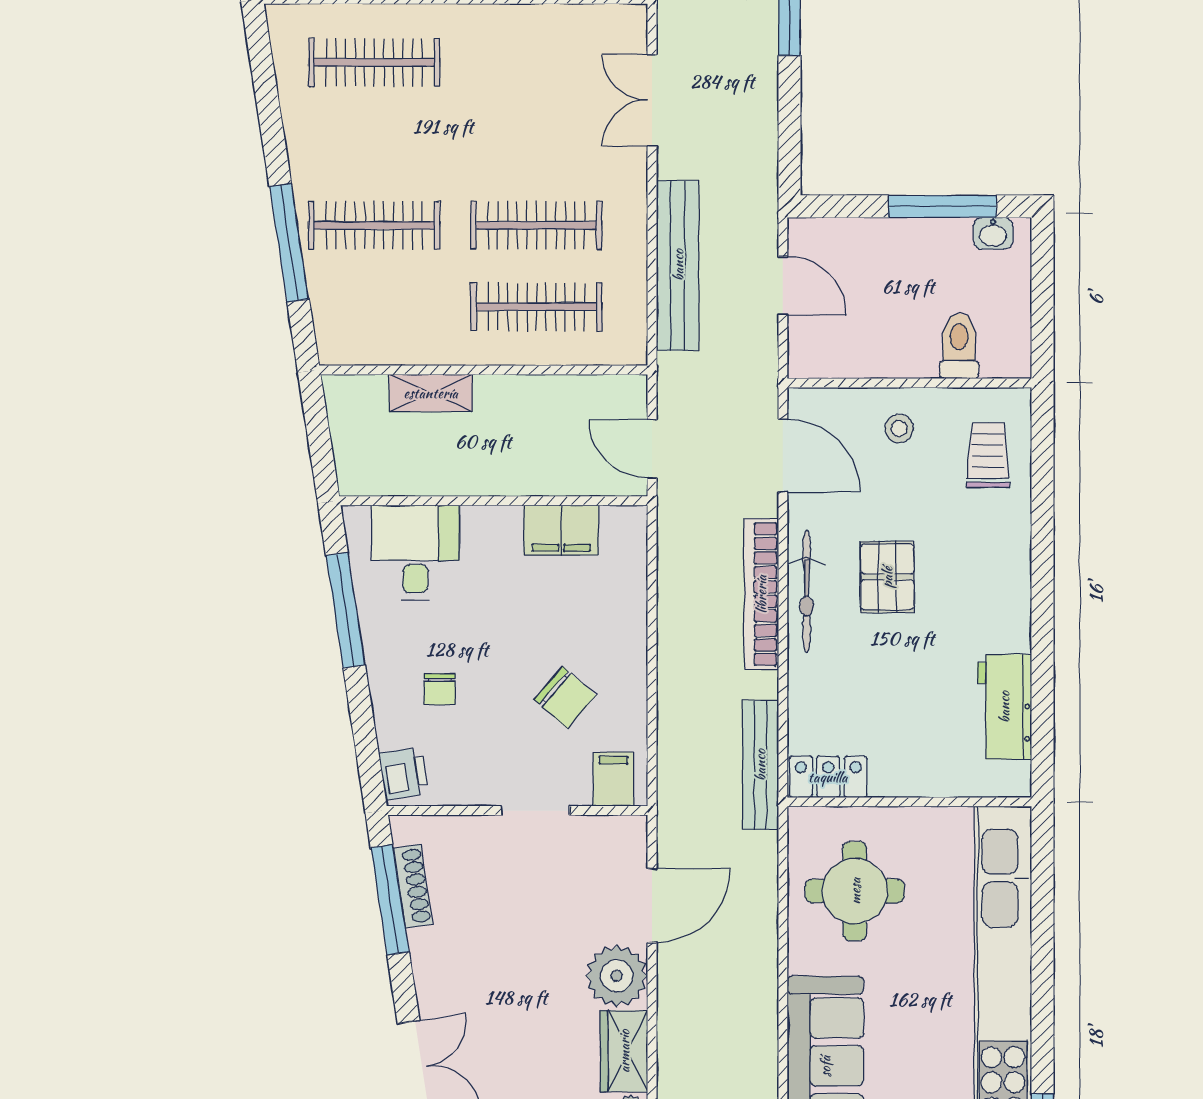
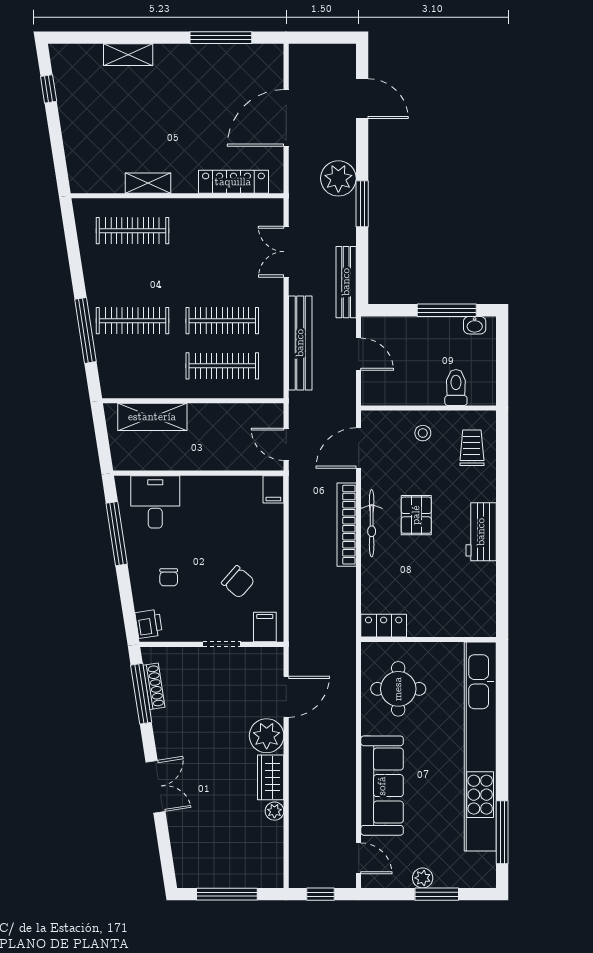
shelving: (431, 393) -> (152, 417), width x1.50, depth x1.33
door: (783, 456) -> (359, 448), swing flipped
filing cabinet: (561, 530) -> (273, 489), moved, width x0.50
workbench: (1004, 707) -> (481, 532), moved
bench: (760, 765) -> (346, 282), moved

